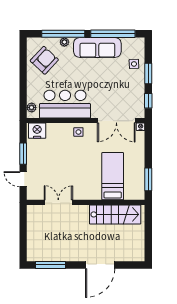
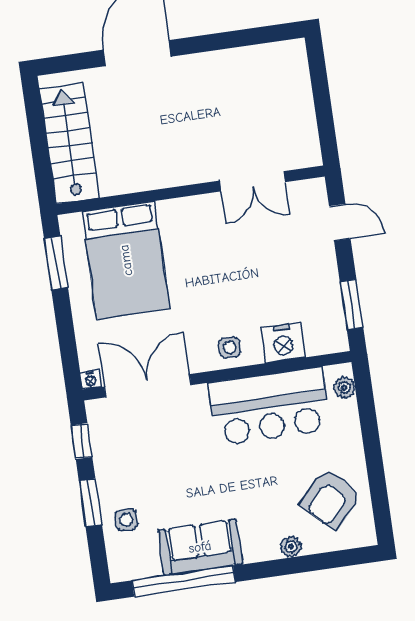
window: (63, 34) -> (296, 565), removed
sofa: (97, 47) -> (200, 547), width x0.73
nightstand: (37, 131) -> (283, 343), moved
window: (23, 154) -> (352, 305), moved
bed: (113, 176) -> (126, 260), width x1.50
stairs: (115, 214) -> (69, 143), moved, turned 90
window: (51, 265) -> (250, 37), removed

